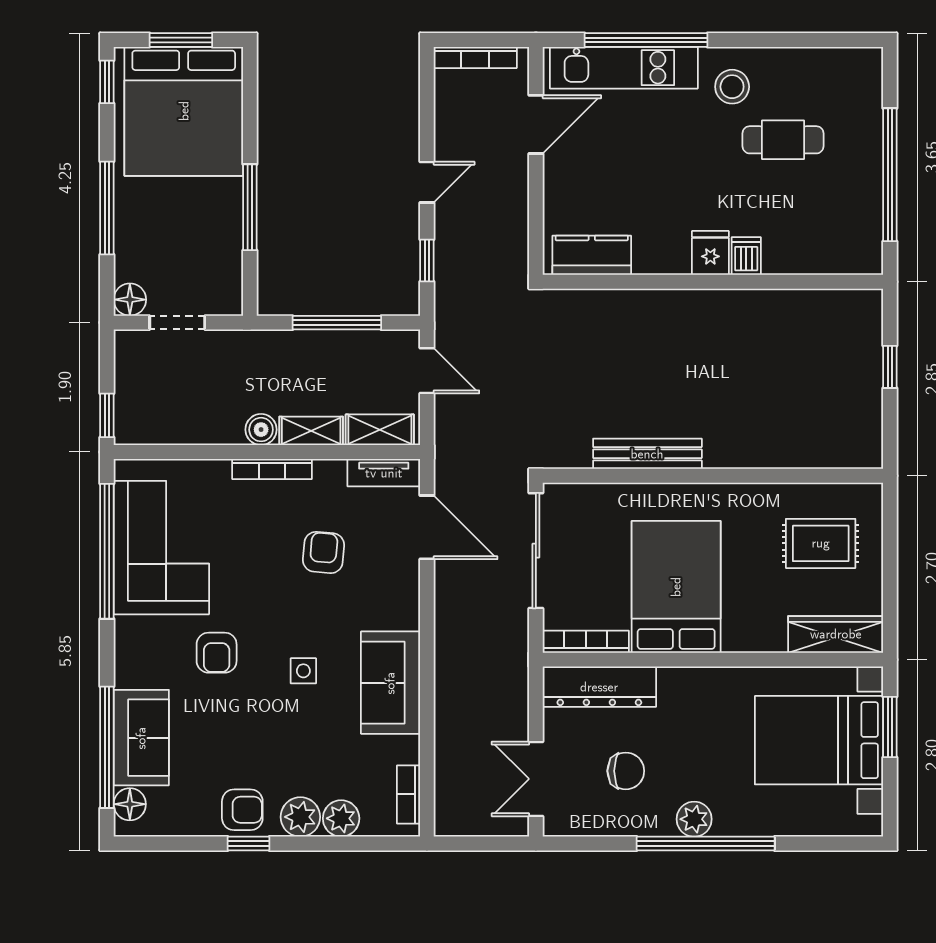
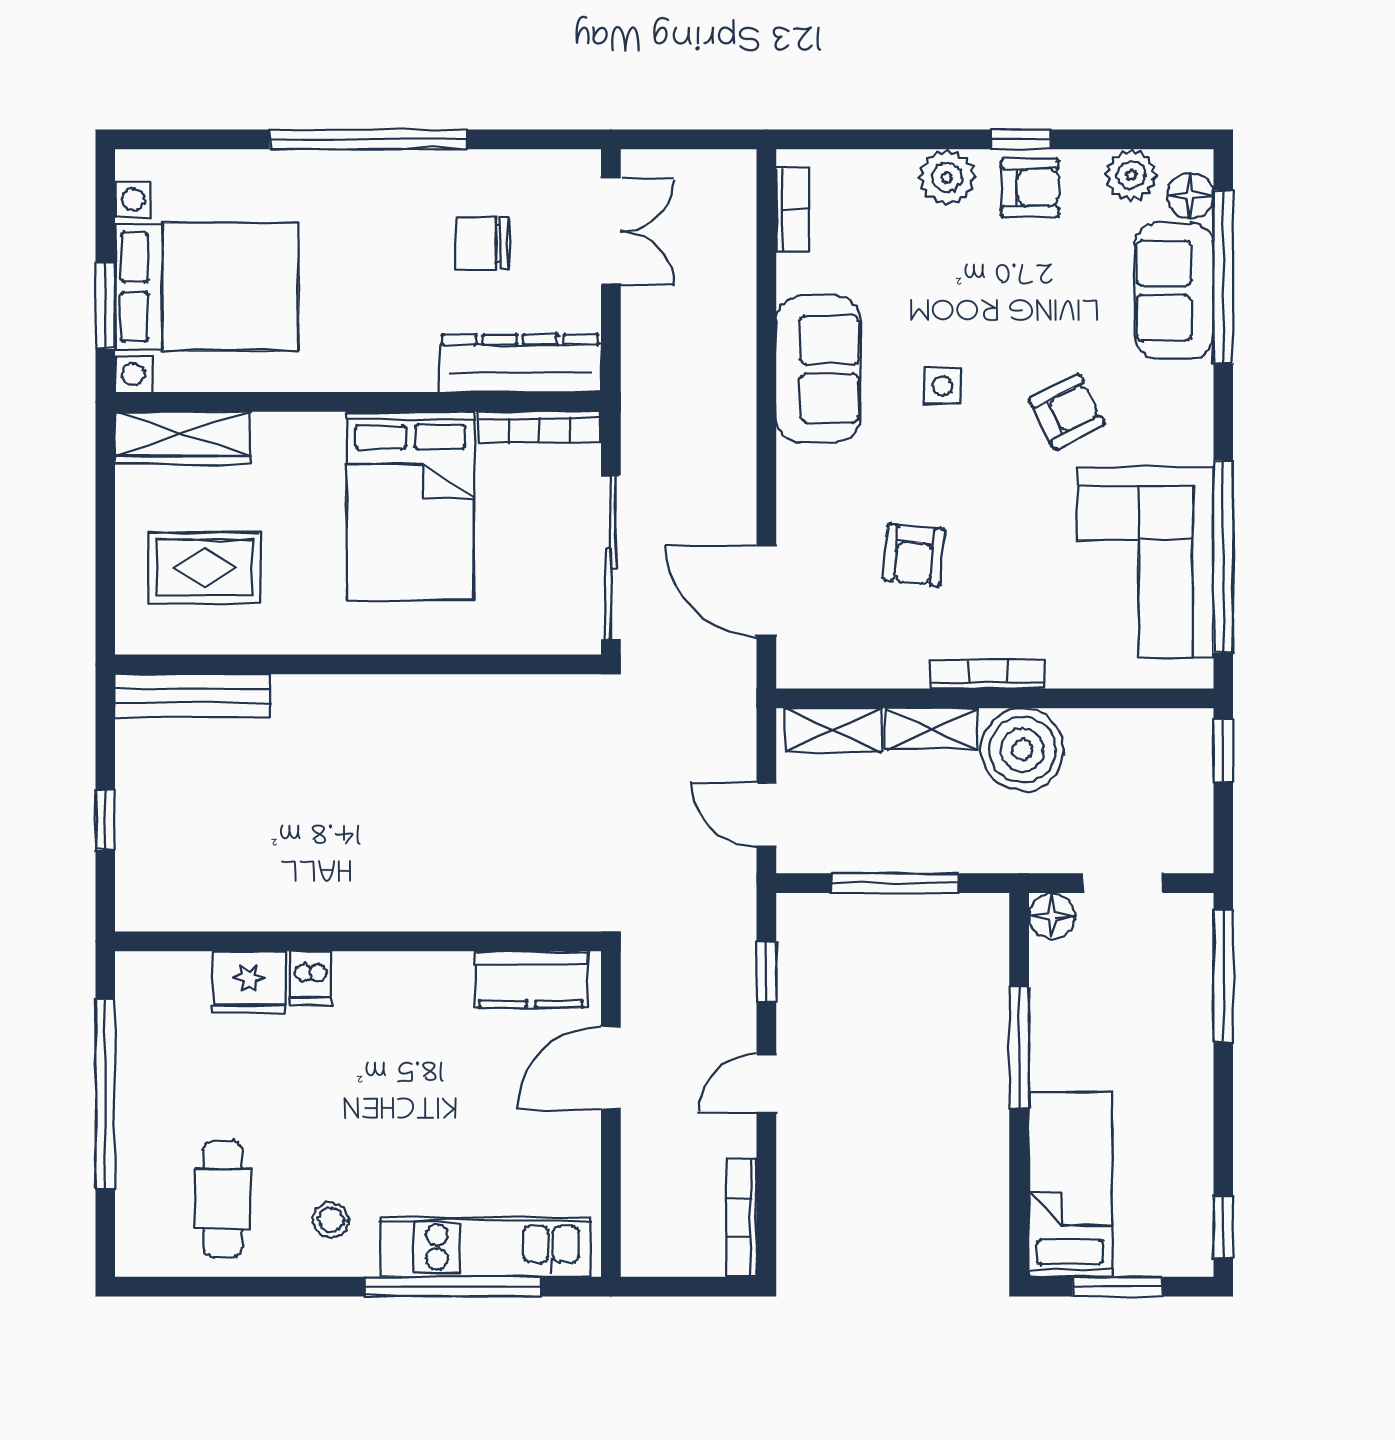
bookcase: (475, 57) -> (741, 1218), moved, turned -90
stool: (732, 87) -> (331, 1220), width x0.73, depth x0.73
bed: (184, 111) -> (1070, 1185), width x0.49
door: (536, 124) -> (611, 1068), moved
cafe table: (783, 140) -> (223, 1199), moved, turned 90
window: (107, 208) -> (1223, 976), moved
fridge: (710, 253) -> (249, 983), moved, width x1.38
floor lamp: (130, 300) -> (1052, 916), moved
boiler: (261, 430) -> (1022, 750), width x1.86, depth x1.86
bench: (647, 454) -> (193, 696), moved
tv unit: (384, 473) -> (828, 669), removed
armchair: (217, 653) -> (1067, 412), turned 63
armchair: (242, 810) -> (1030, 188), turned 180
plant: (341, 818) -> (1131, 175), moved
plant: (694, 819) -> (385, 174), removed

